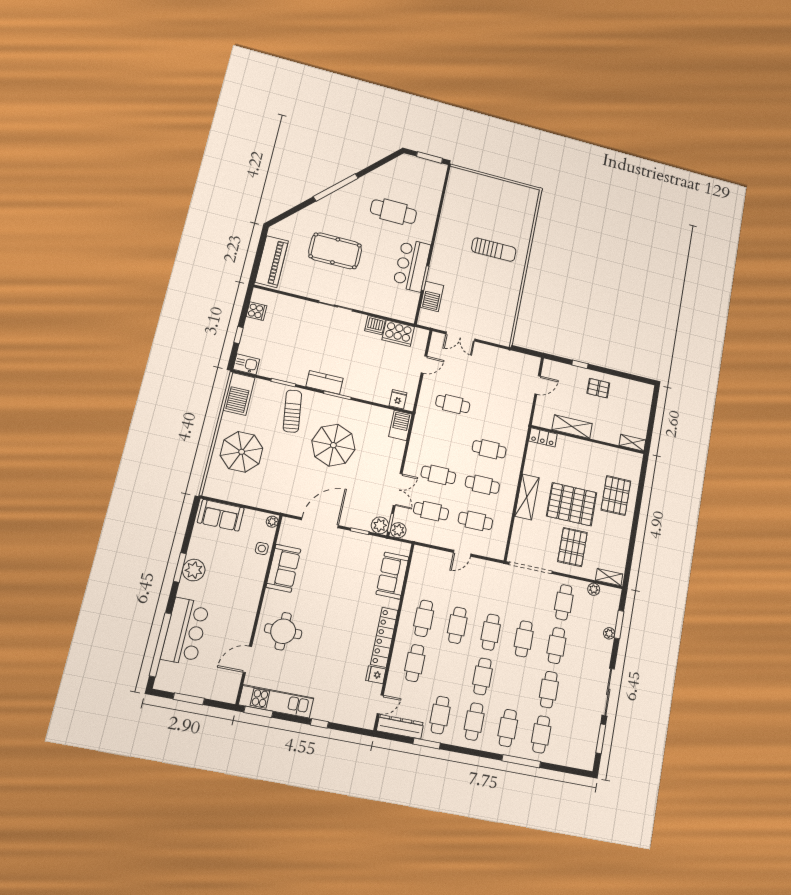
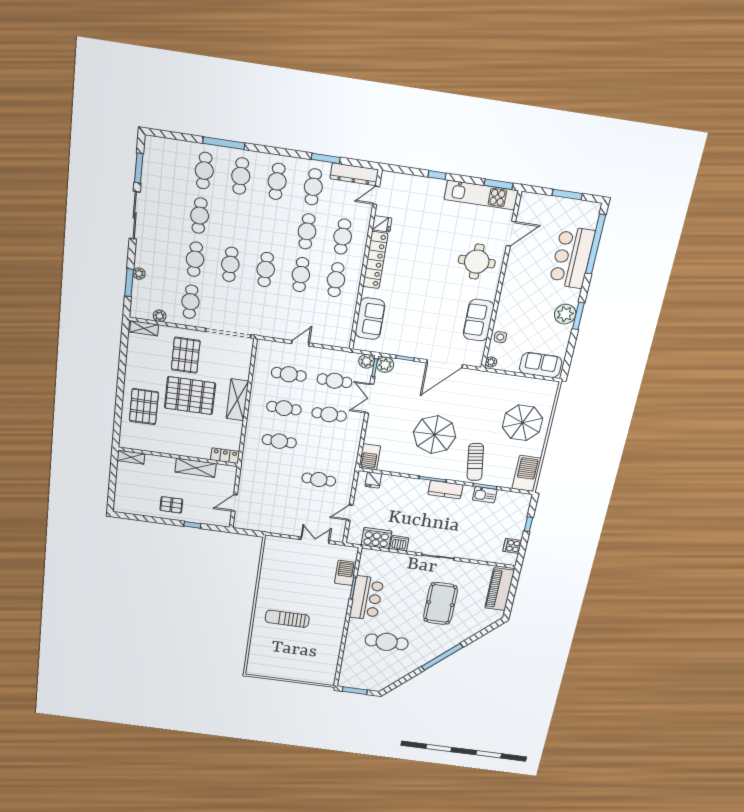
pool table: (335, 251) -> (440, 604), turned 90
kitchen sink: (246, 364) -> (485, 495), moved
cafe table: (482, 676) -> (307, 231), moved

